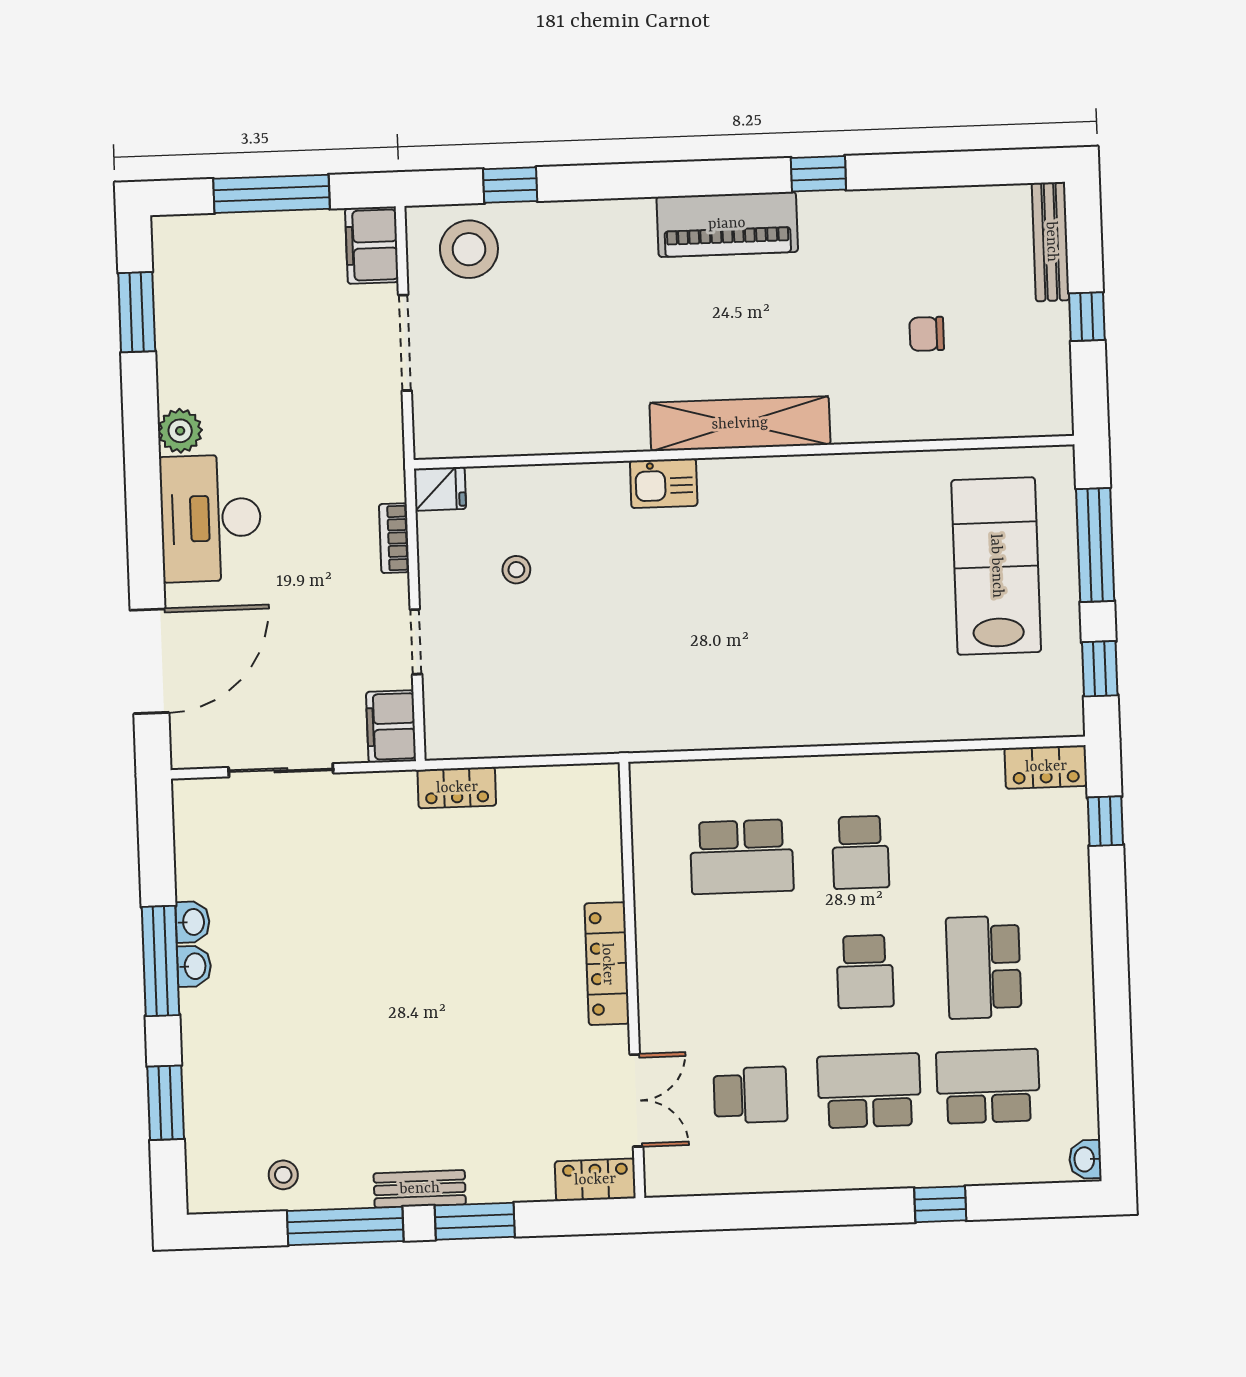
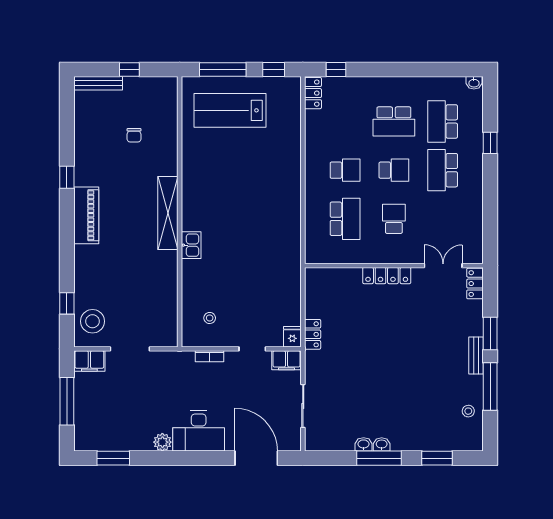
fridge: (440, 489) -> (292, 337), moved
stool: (516, 570) -> (210, 318), moved
school desk: (750, 1095) -> (394, 219), moved

